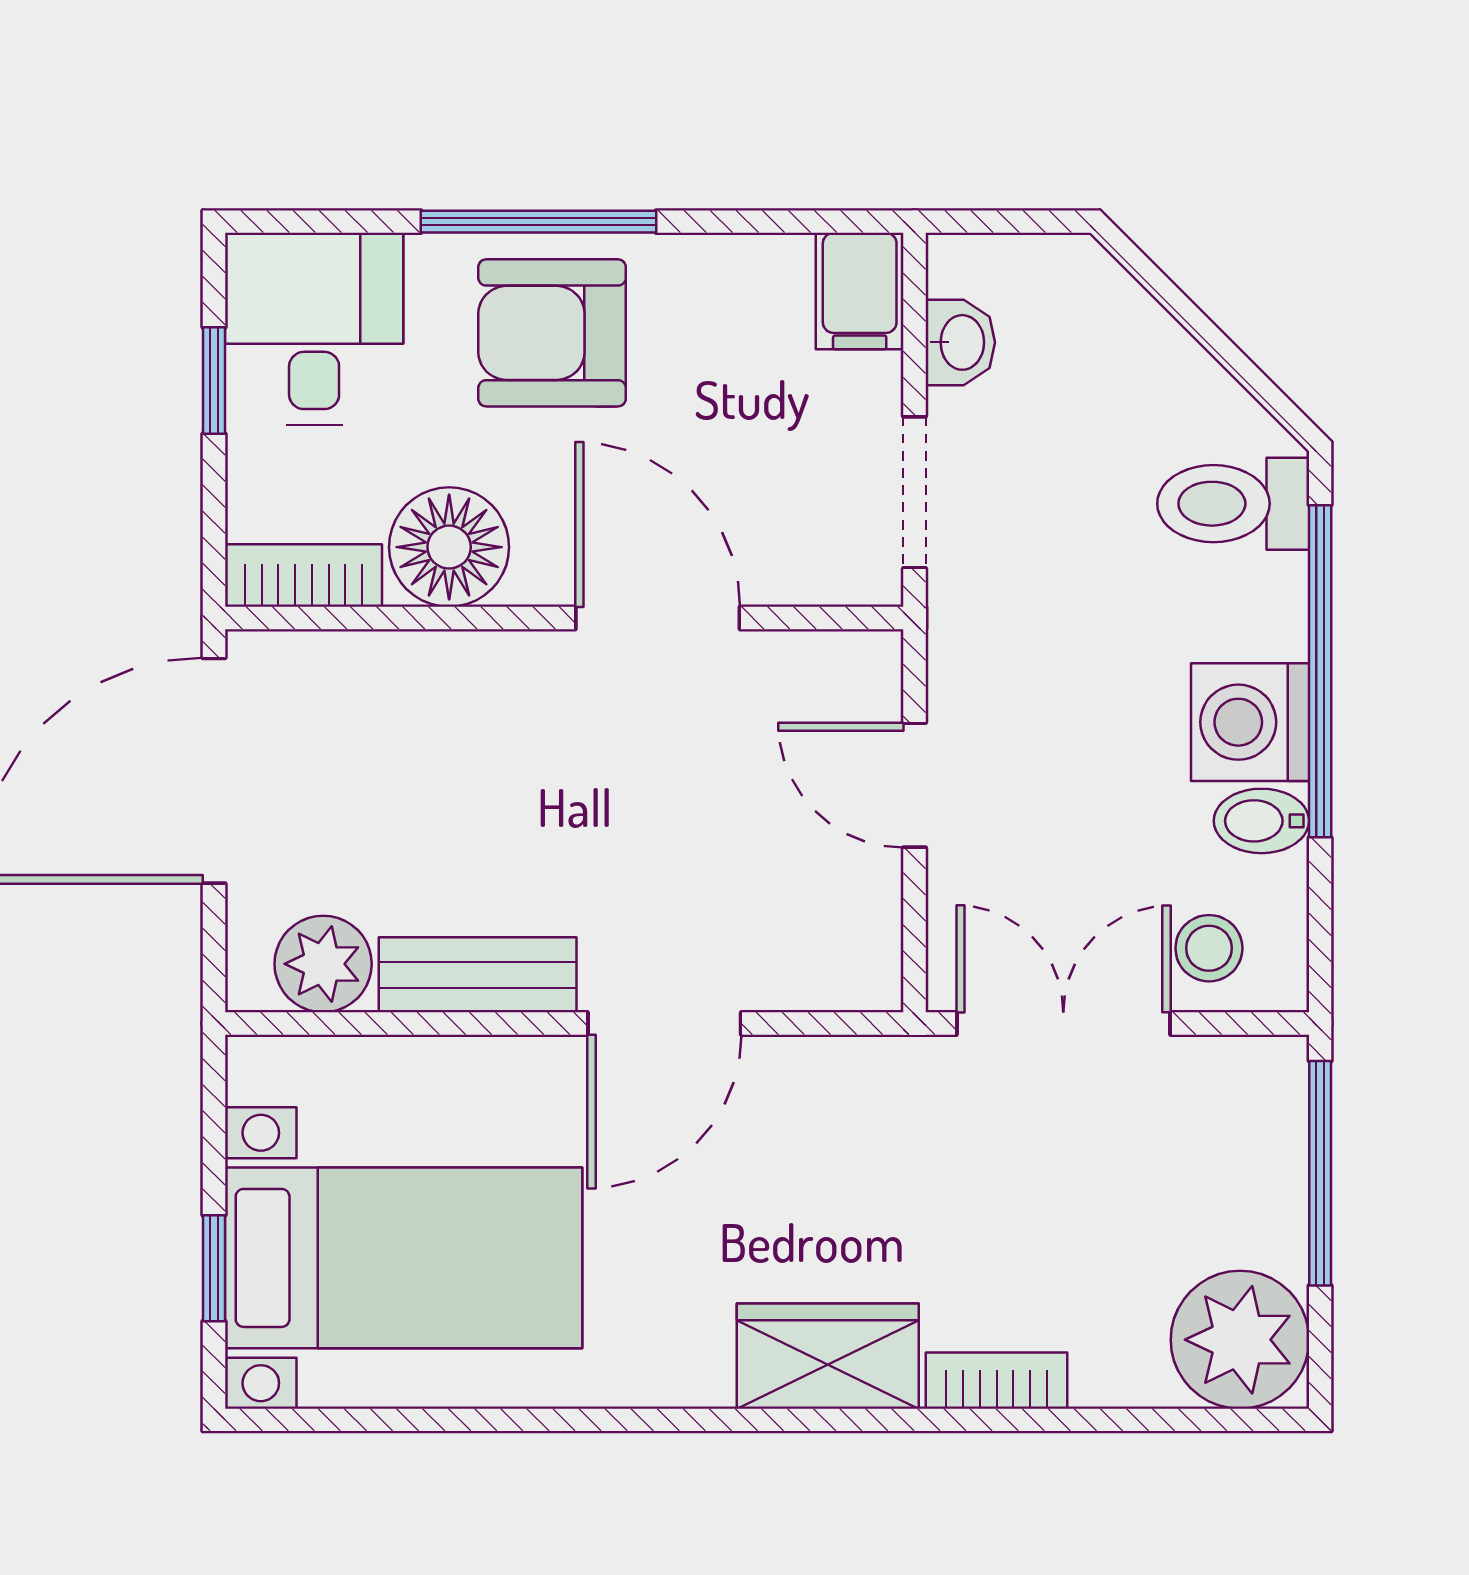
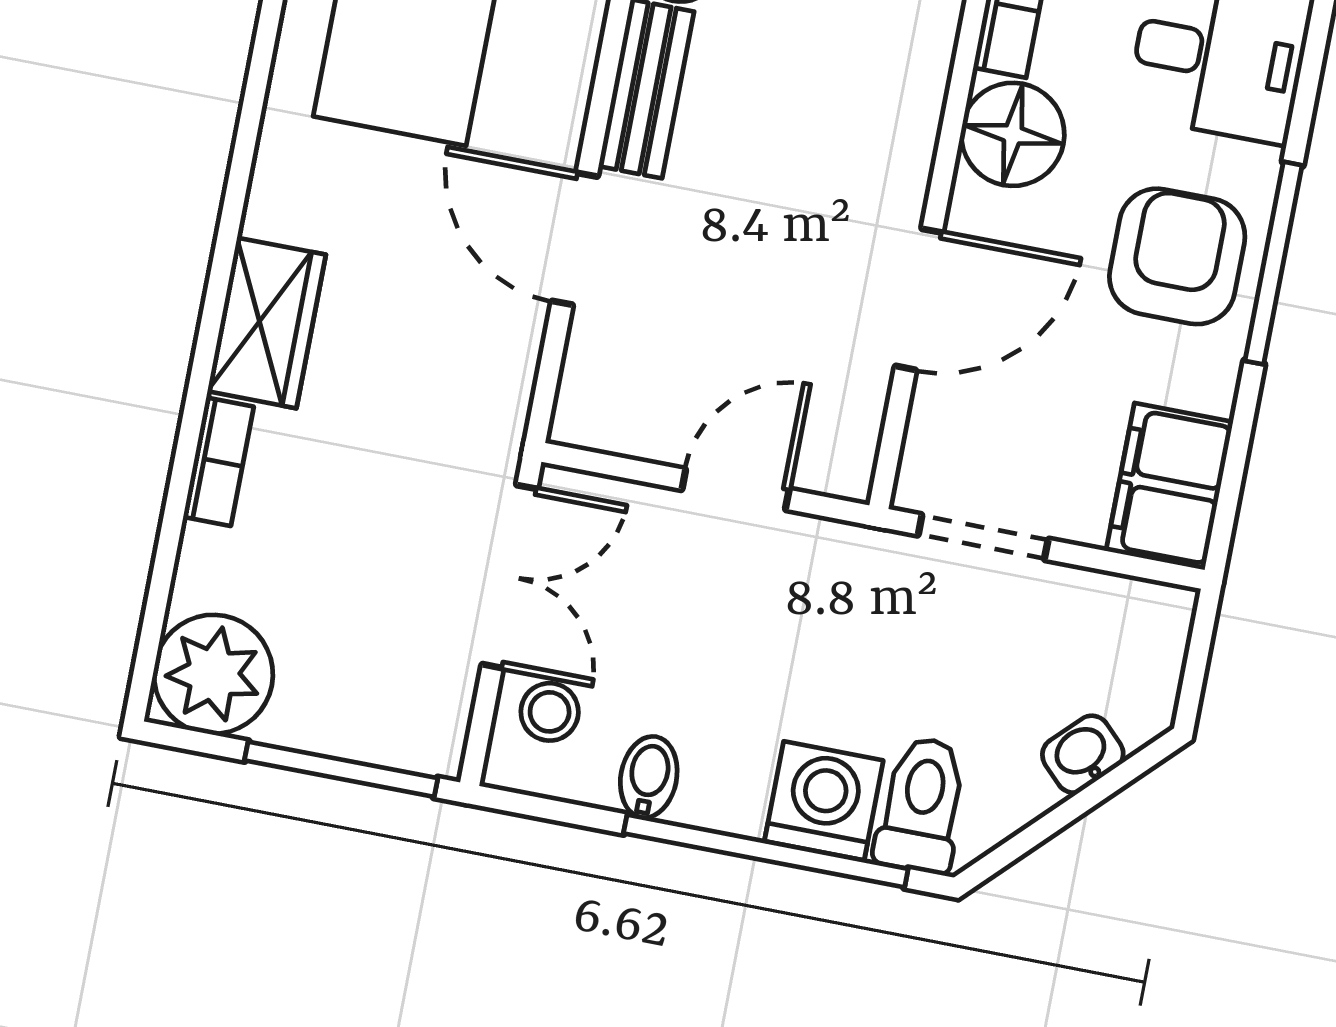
filing cabinet: (860, 291) -> (1170, 486), width x2.00
washbasin: (960, 342) -> (1083, 754), moved, turned 135
washing machine: (1250, 722) -> (824, 801), moved

